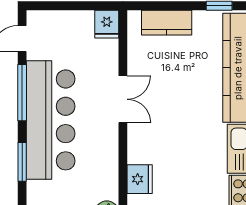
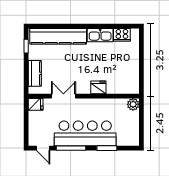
double door: (123, 99) -> (63, 96), moved
fridge: (140, 179) -> (98, 87), moved

